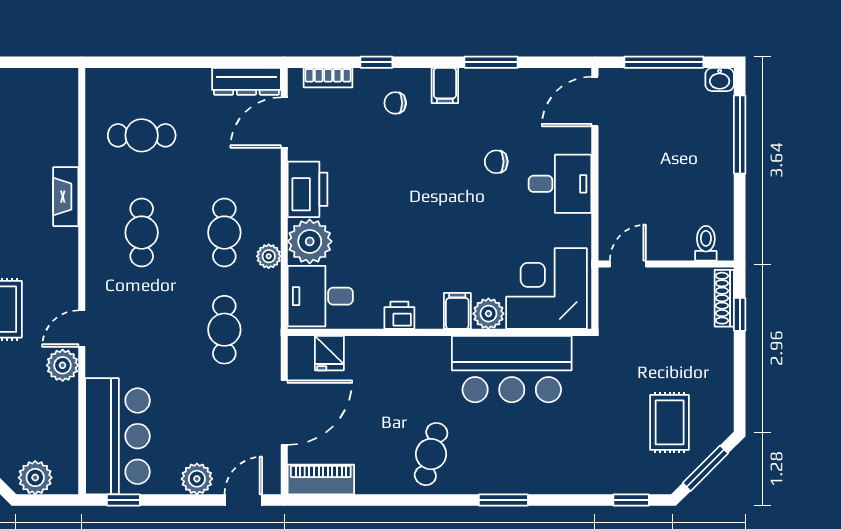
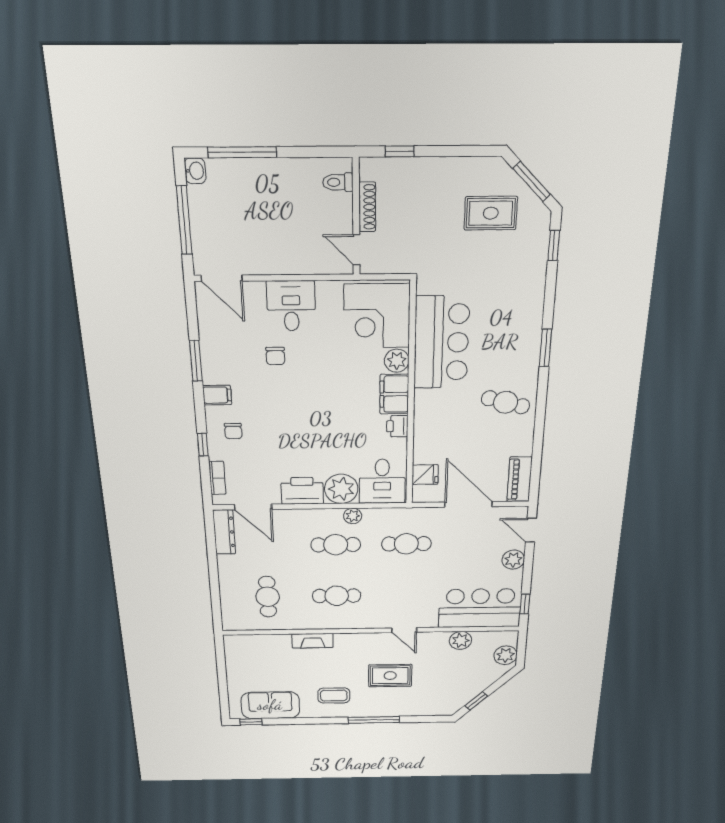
shoe rack: (724, 298) -> (367, 207), moved, turned -90
filing cabinet: (457, 311) -> (394, 394), width x2.00
plant: (63, 365) -> (461, 640), moved

